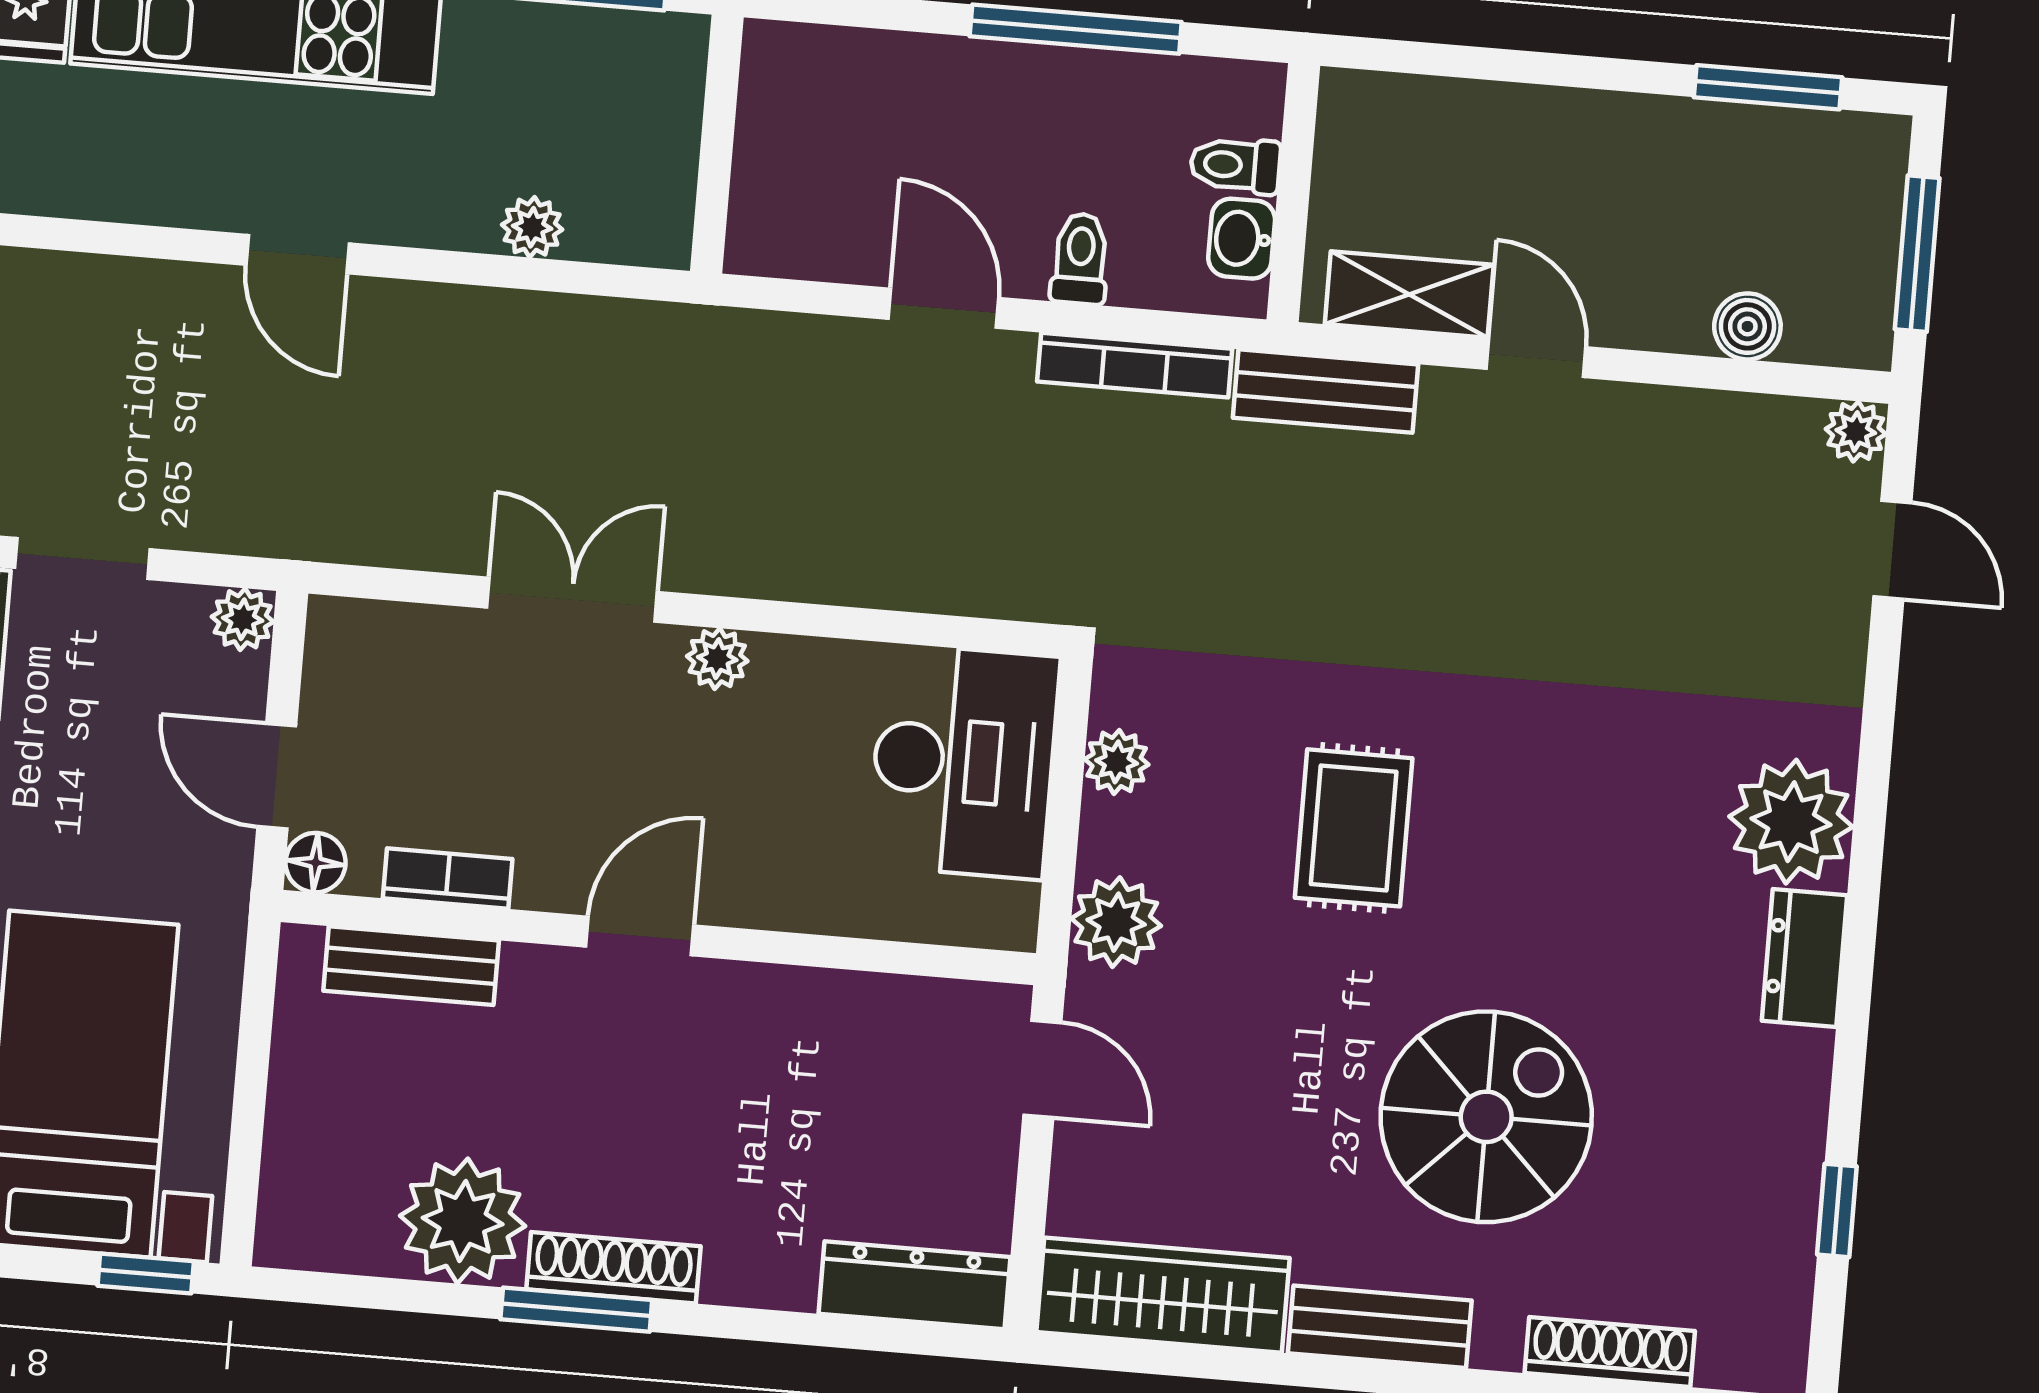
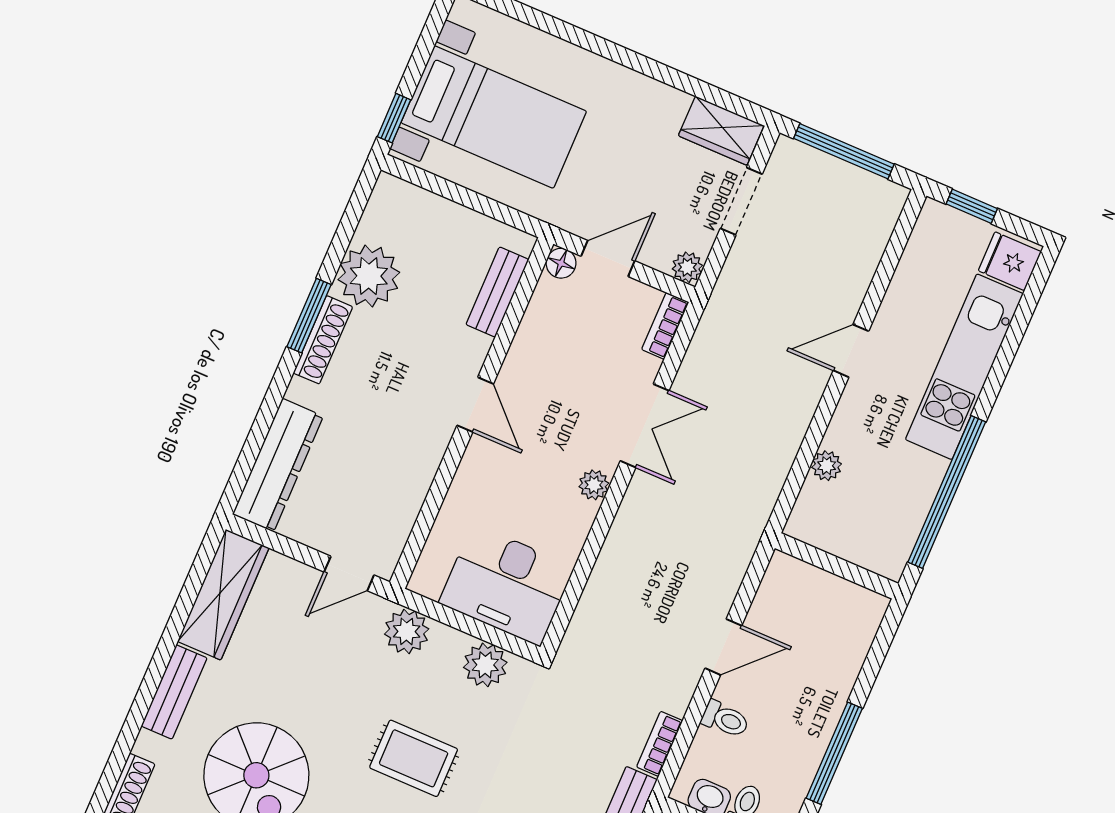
bookcase: (1135, 365) -> (660, 744), width x0.64
plant: (1117, 762) -> (485, 665), width x1.38, depth x1.38
bookcase: (448, 879) -> (665, 326), moved, turned 180
dresser: (915, 1285) -> (278, 465), width x1.37, depth x1.24

